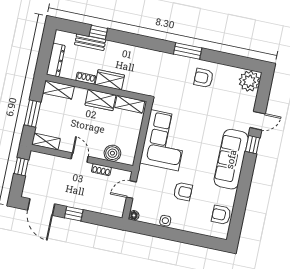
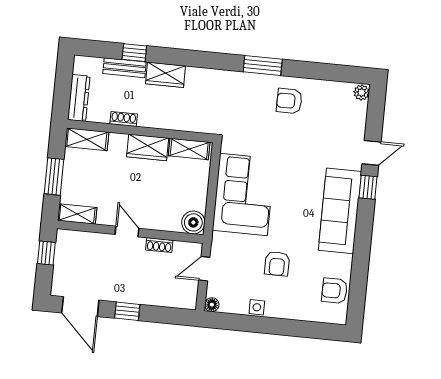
wardrobe: (110, 80) -> (166, 75), moved, turned 180
plant: (249, 81) -> (362, 92), width x0.53, depth x0.53
boiler: (112, 153) -> (193, 222), moved
armchair: (183, 192) -> (277, 264), turned 90

